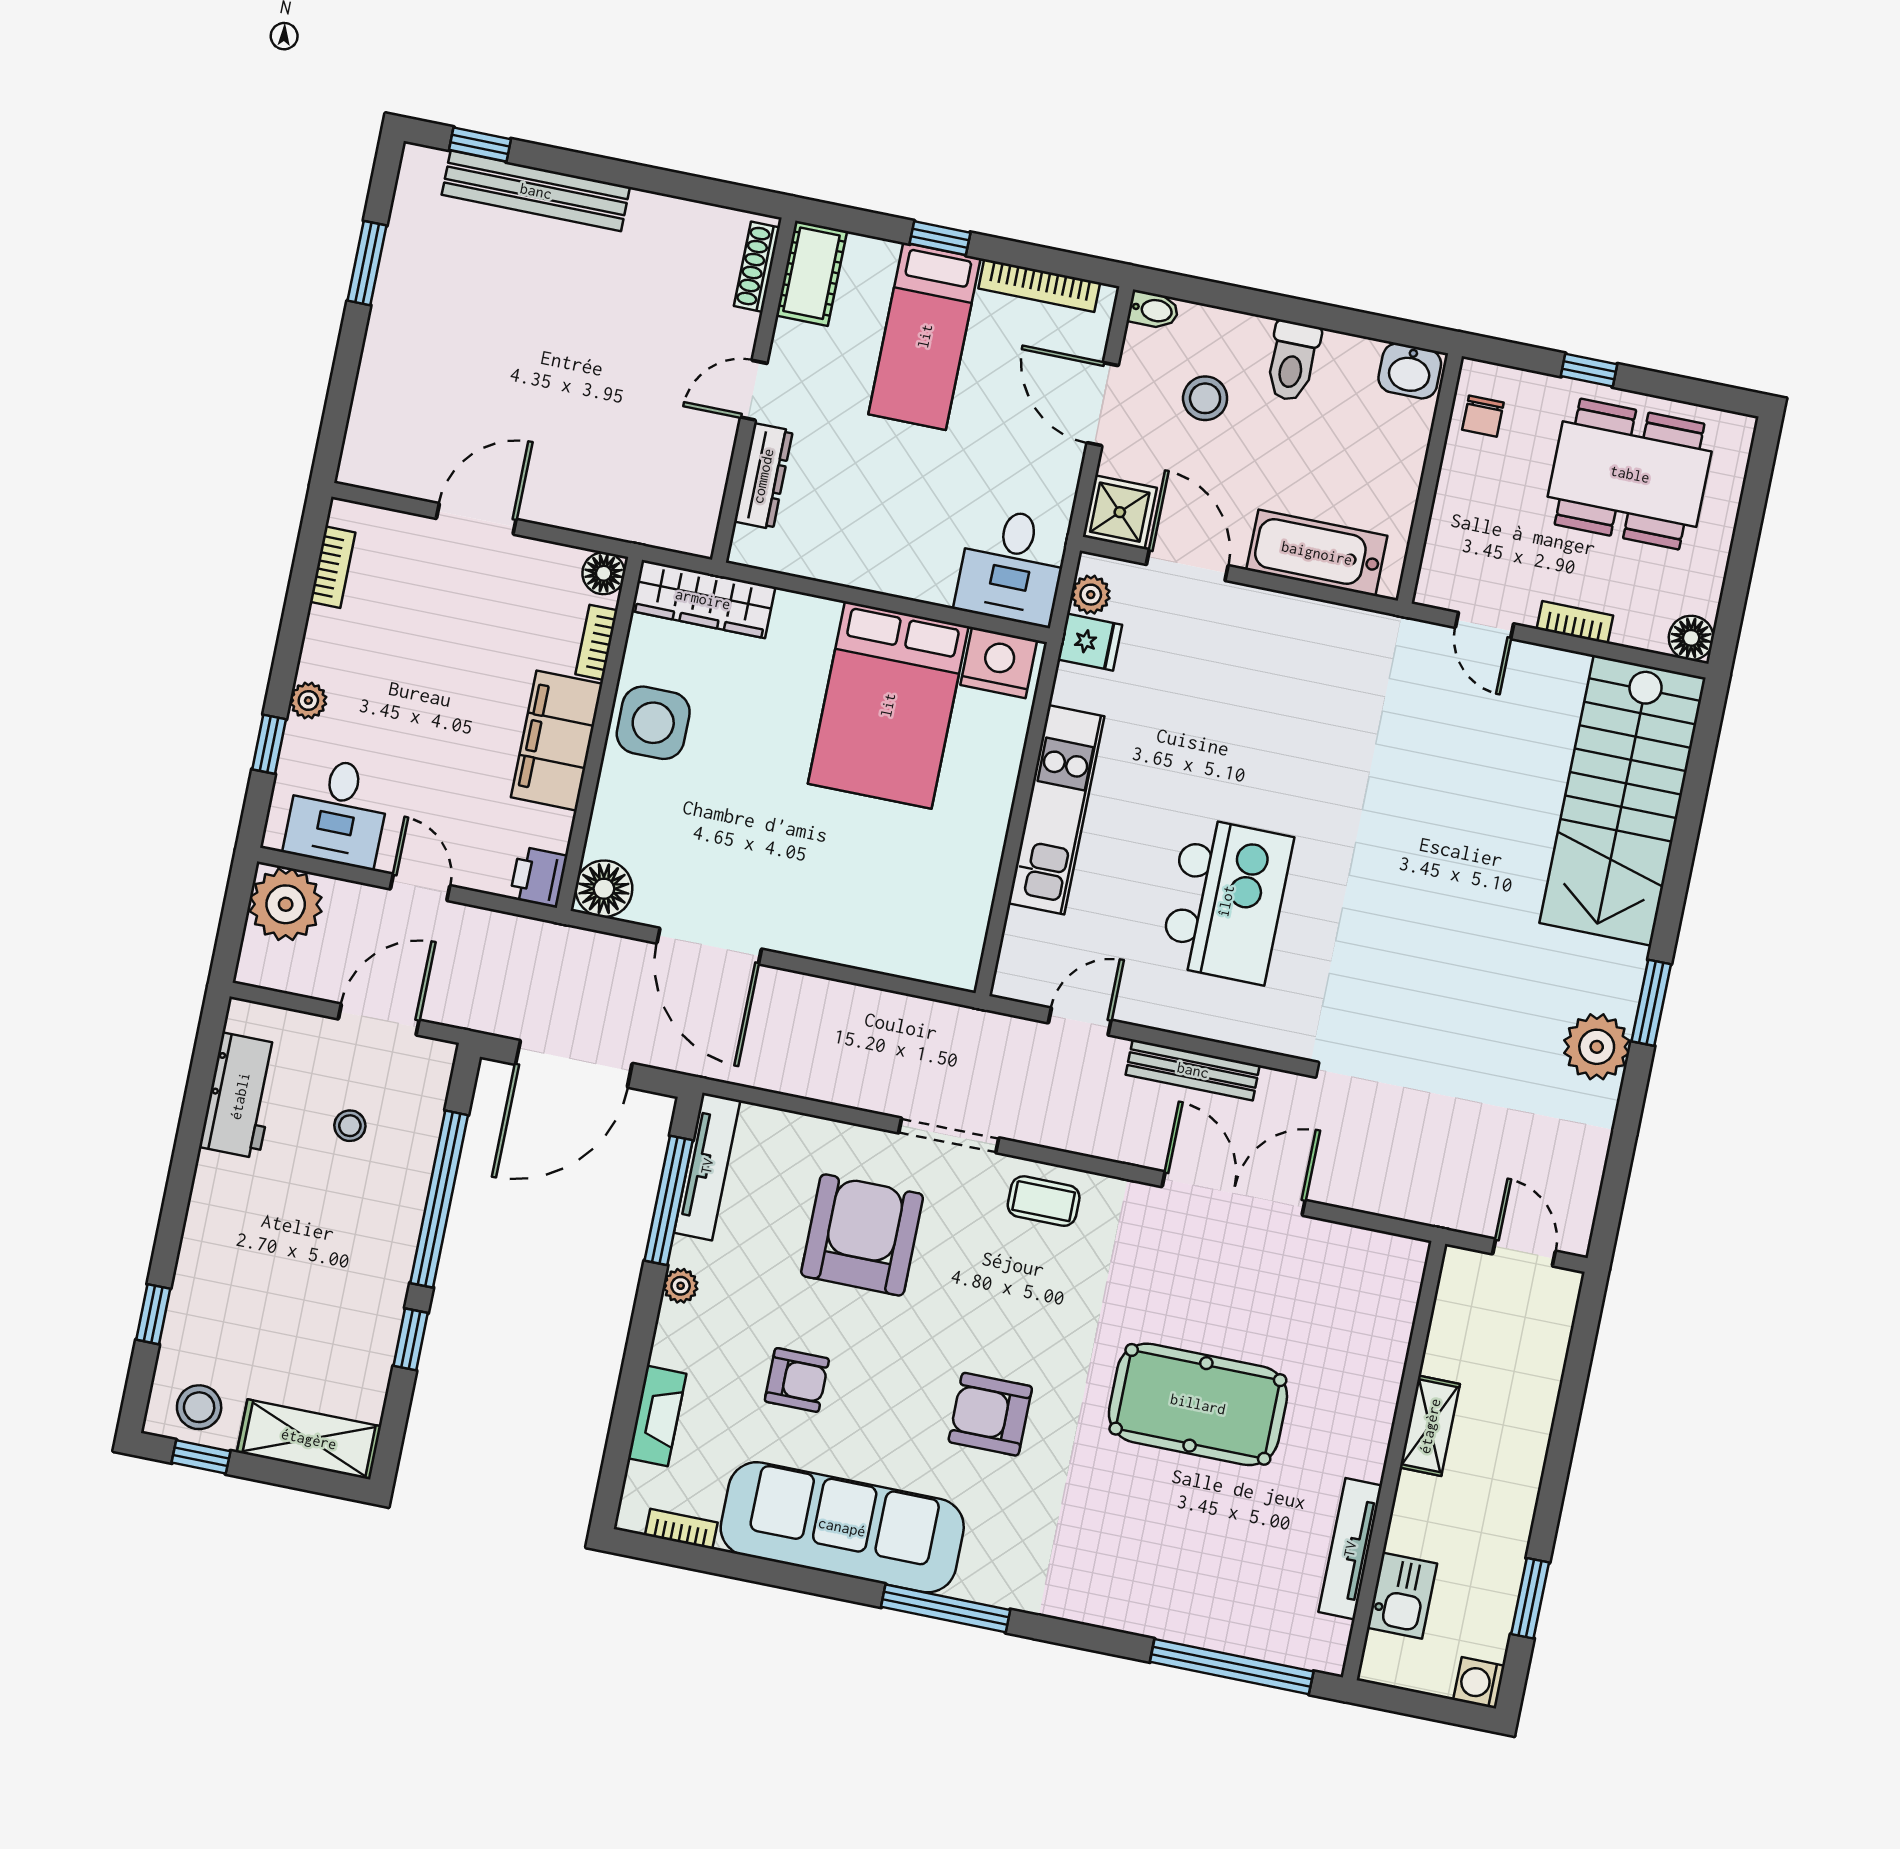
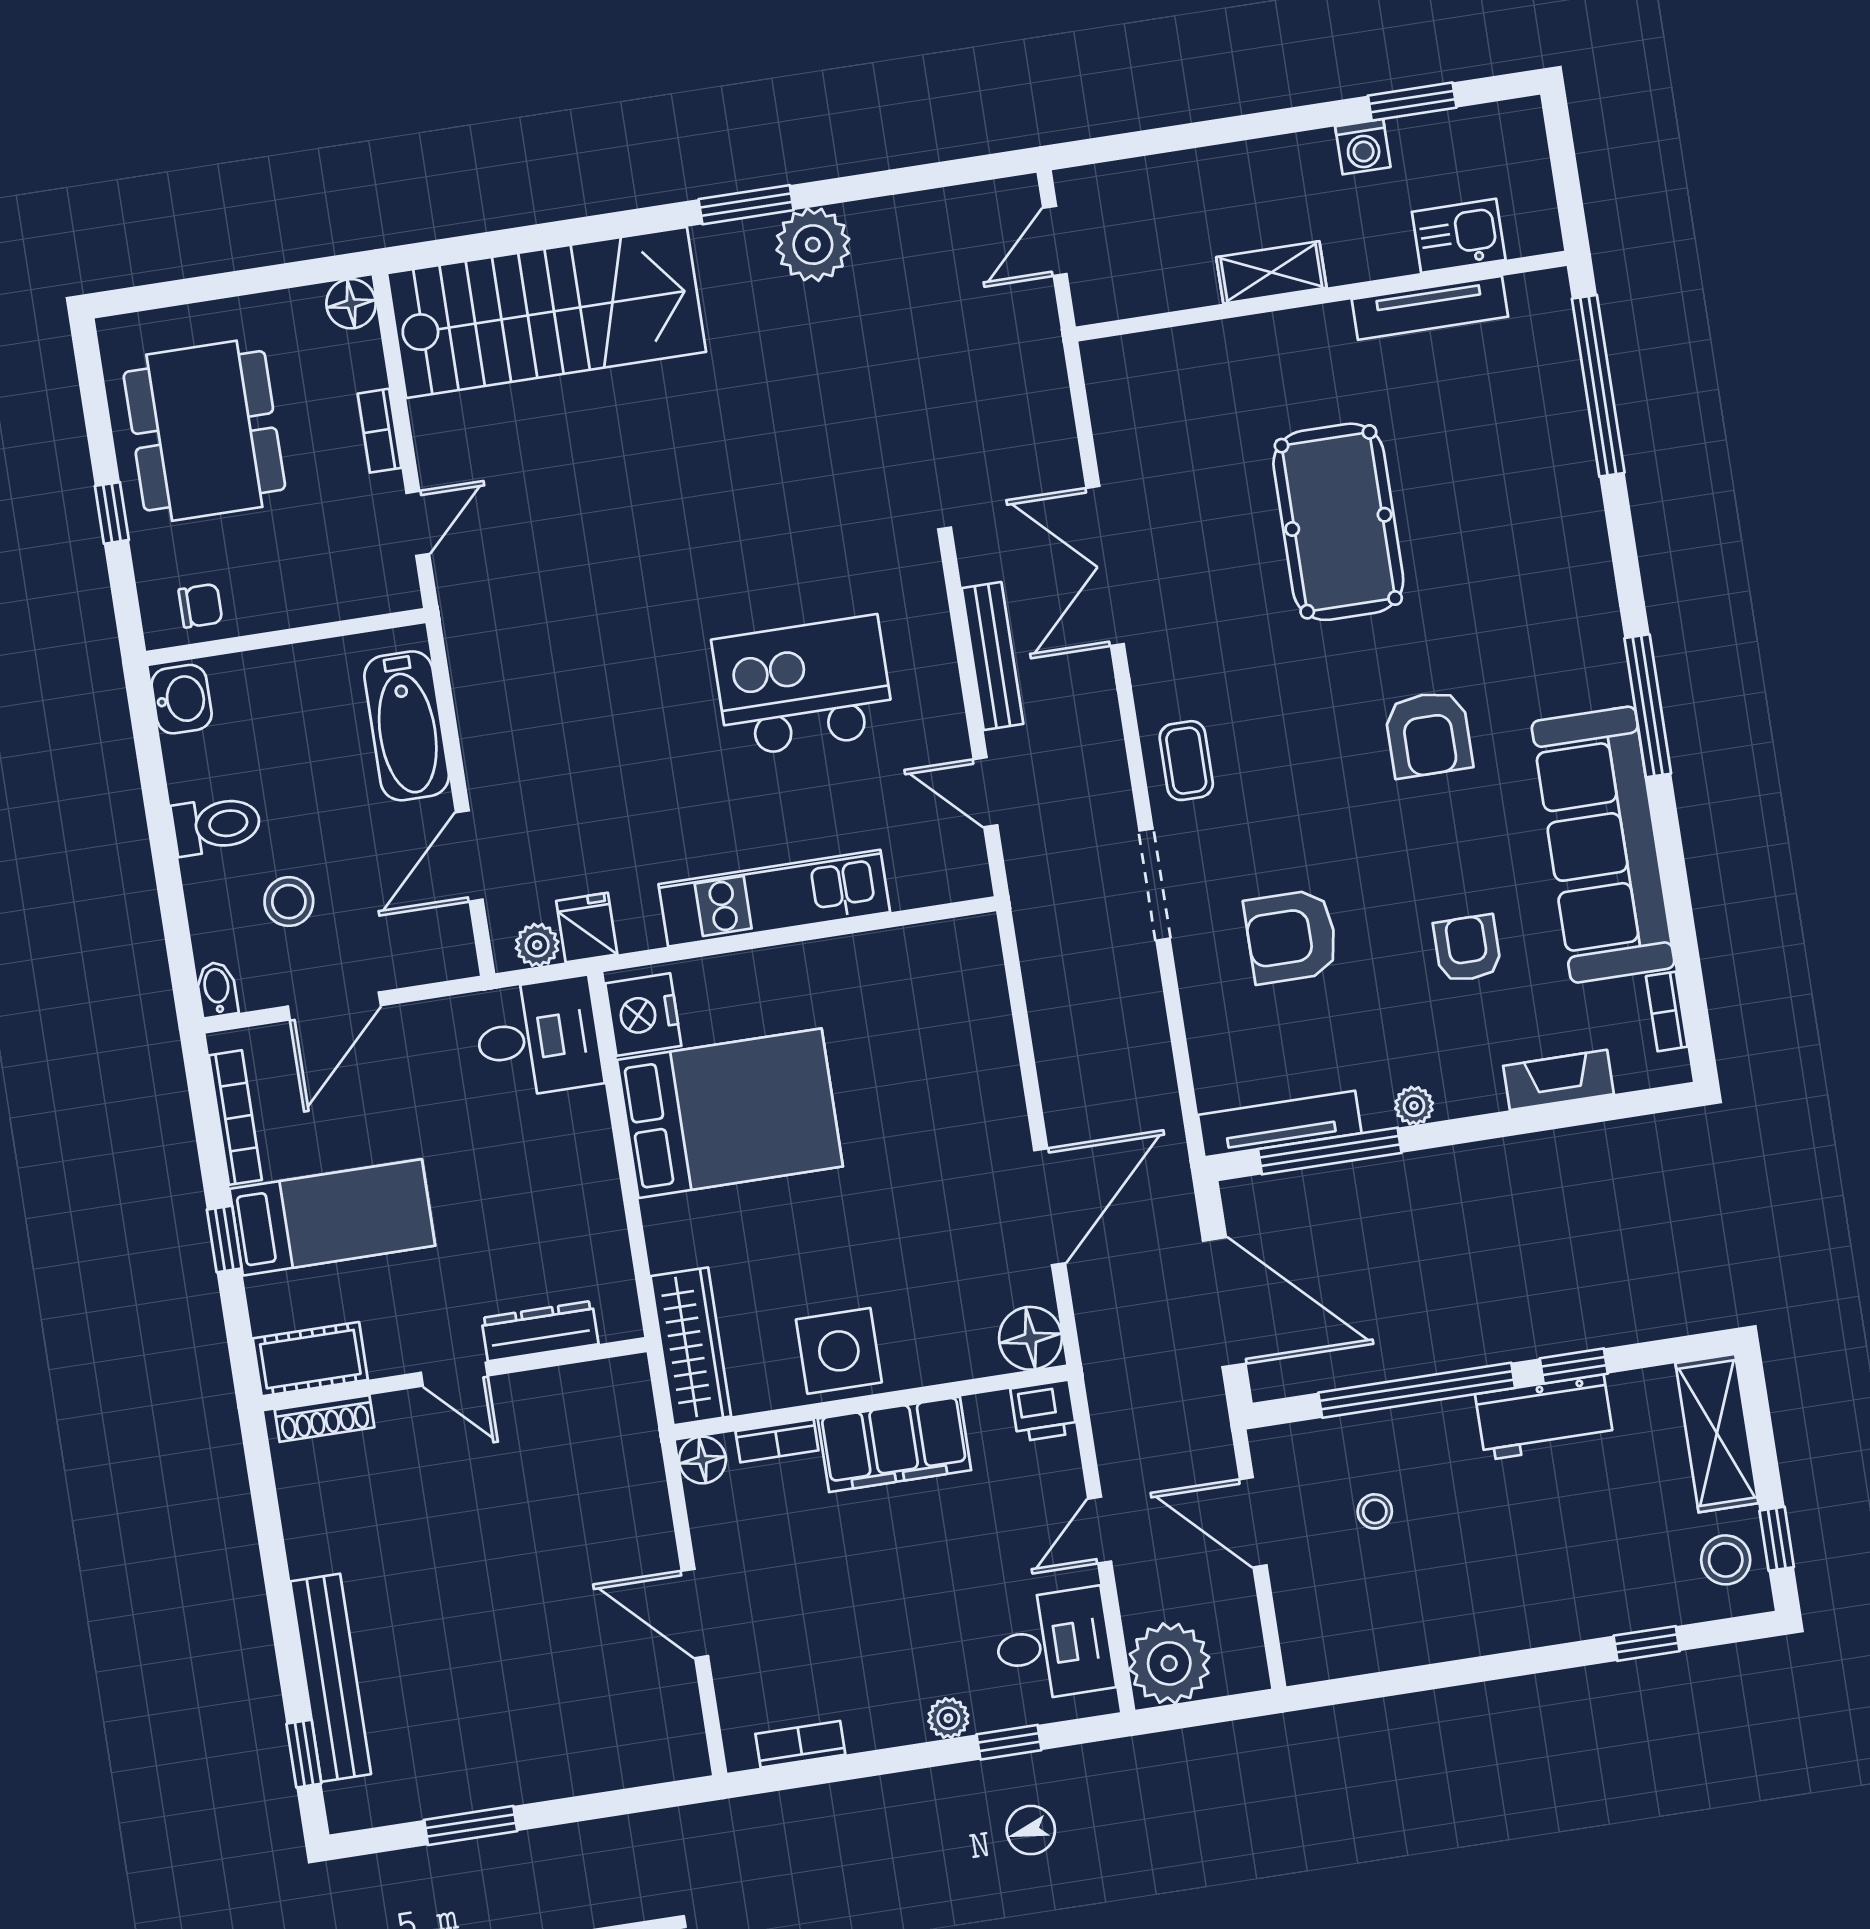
shower: (1120, 512) -> (440, 946), removed
workbench: (240, 1096) -> (1544, 1417), moved, turned 180
armchair: (862, 1235) -> (1291, 936), width x0.73, depth x0.73
washing machine: (1479, 1683) -> (1363, 147), moved

